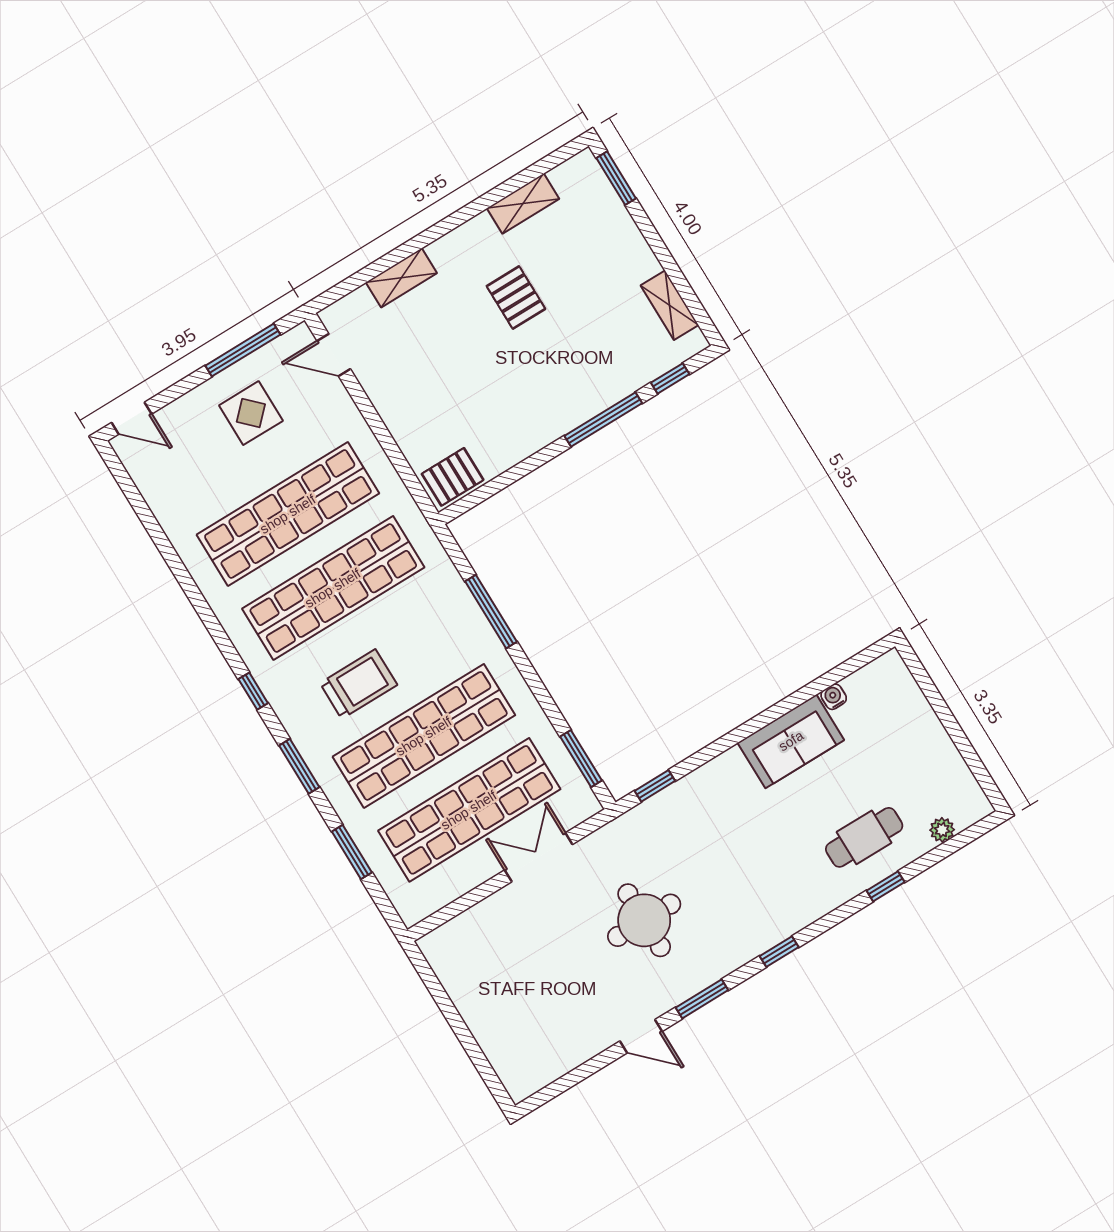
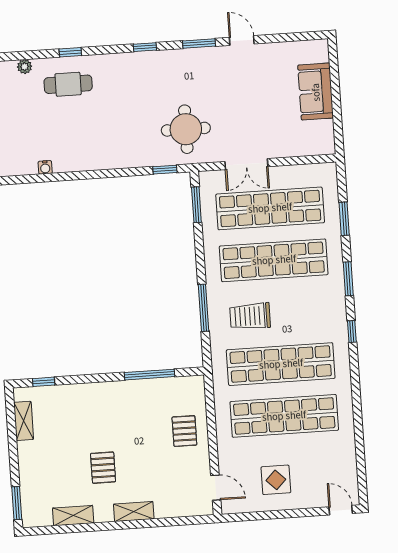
shelving: (401, 278) -> (134, 512), moved
window: (243, 350) -> (263, 515), removed
window: (603, 419) -> (149, 375), moved
pallet: (453, 477) -> (184, 431), moved, turned 90
trolley: (359, 684) -> (250, 316), moved
sofa: (791, 741) -> (316, 92), moved, turned -90
round table: (644, 920) -> (186, 129), moved

